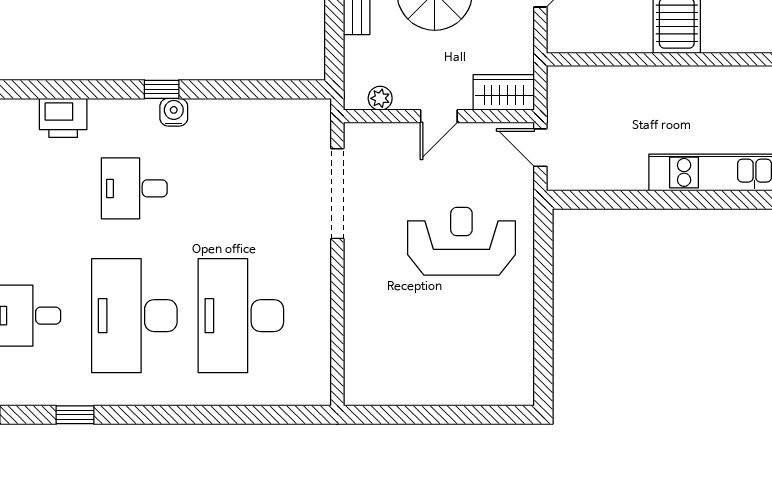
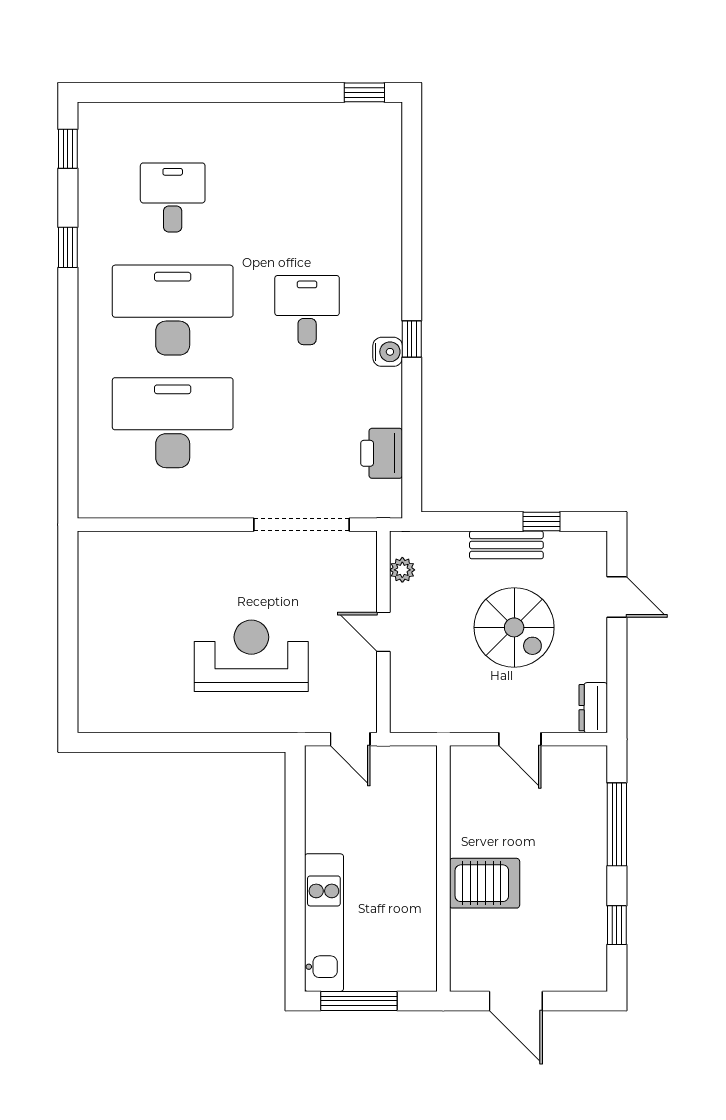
wardrobe: (504, 92) -> (408, 700), removed
printer: (63, 118) -> (382, 453), moved
door: (540, 148) -> (350, 739), swing flipped
reception desk: (461, 241) -> (251, 656), turned -90

